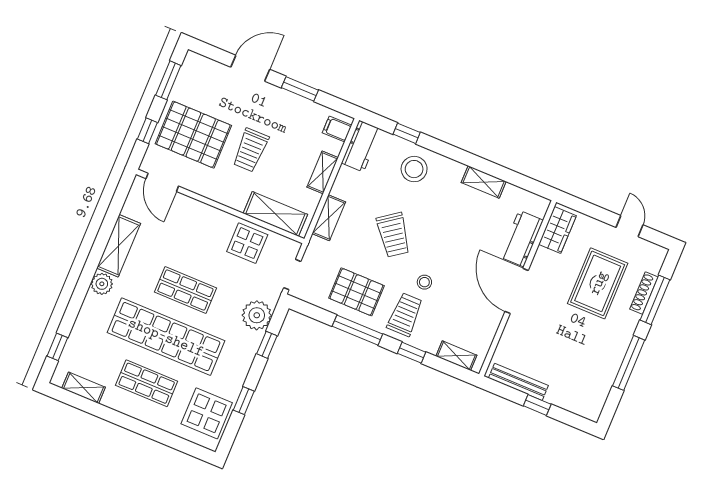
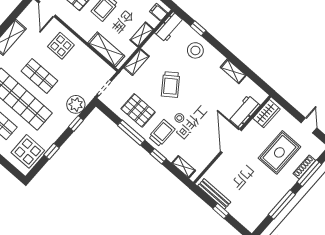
display table: (247, 243) -> (61, 46), moved

